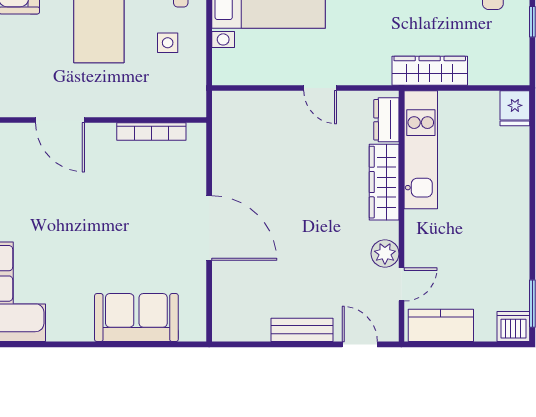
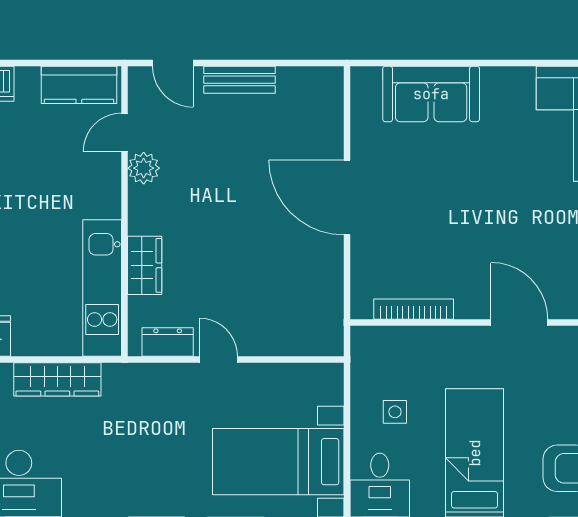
wardrobe: (430, 71) -> (57, 379), moved
dresser: (386, 120) -> (168, 342), moved, turned -90
wardrobe: (384, 182) -> (145, 265), width x0.67

